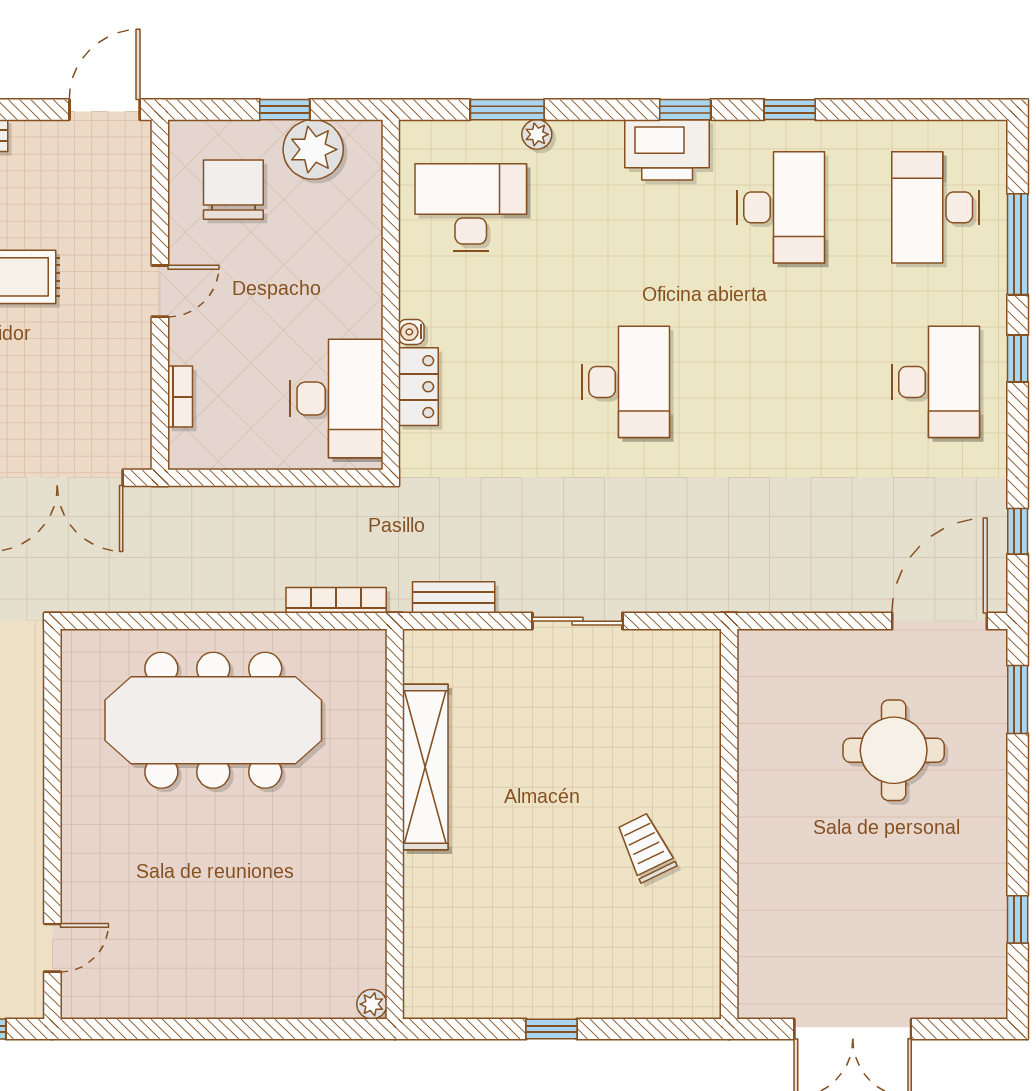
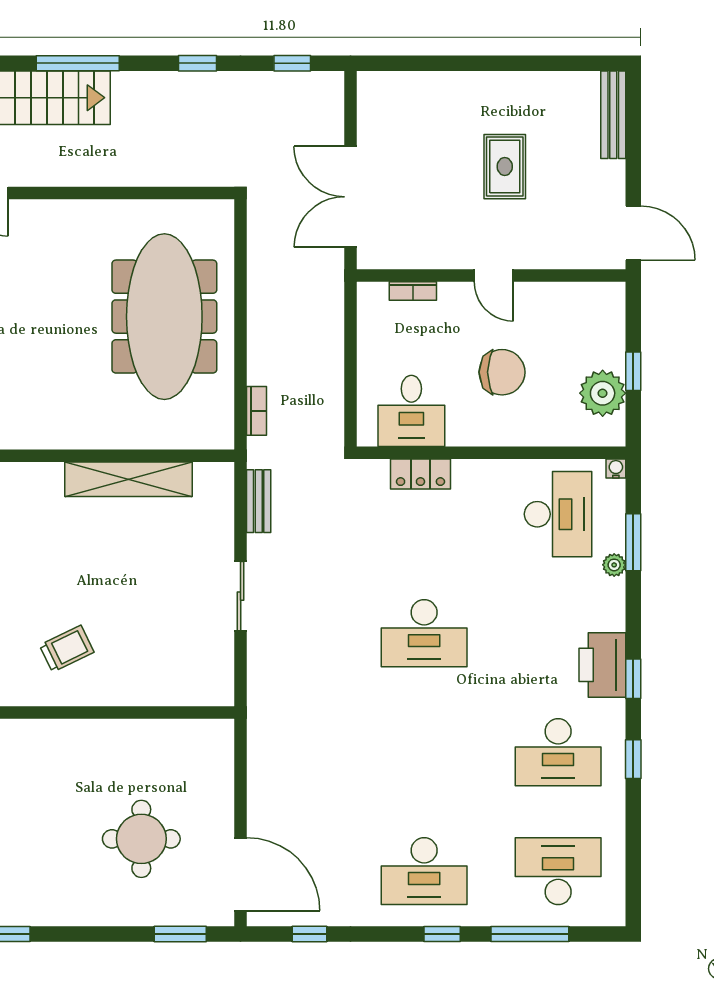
chair: (233, 190) -> (502, 372), moved
water cooler: (411, 332) -> (616, 469), moved
desk: (336, 399) -> (411, 411), width x0.73
bookcase: (336, 600) -> (256, 411), width x0.64

